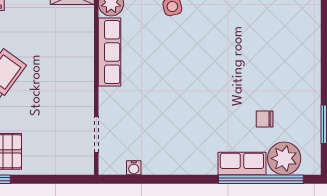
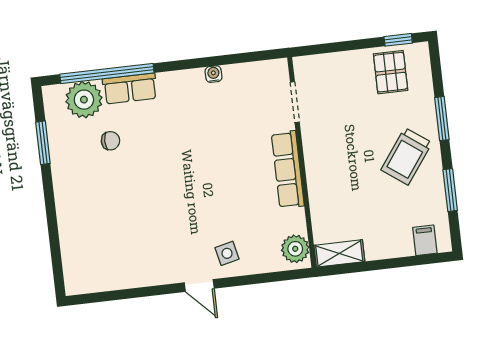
row of seats: (110, 52) -> (288, 170), moved
water cooler: (134, 168) -> (214, 74), moved

